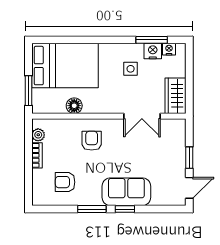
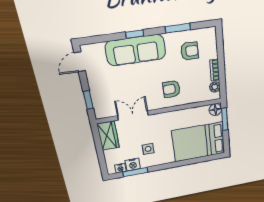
floor lamp: (74, 106) -> (215, 110), moved
armchair: (92, 141) -> (171, 89), turned 90
window: (189, 158) -> (88, 100), moved
sofa: (126, 192) -> (136, 50), width x1.36
window: (92, 209) -> (178, 28), moved

